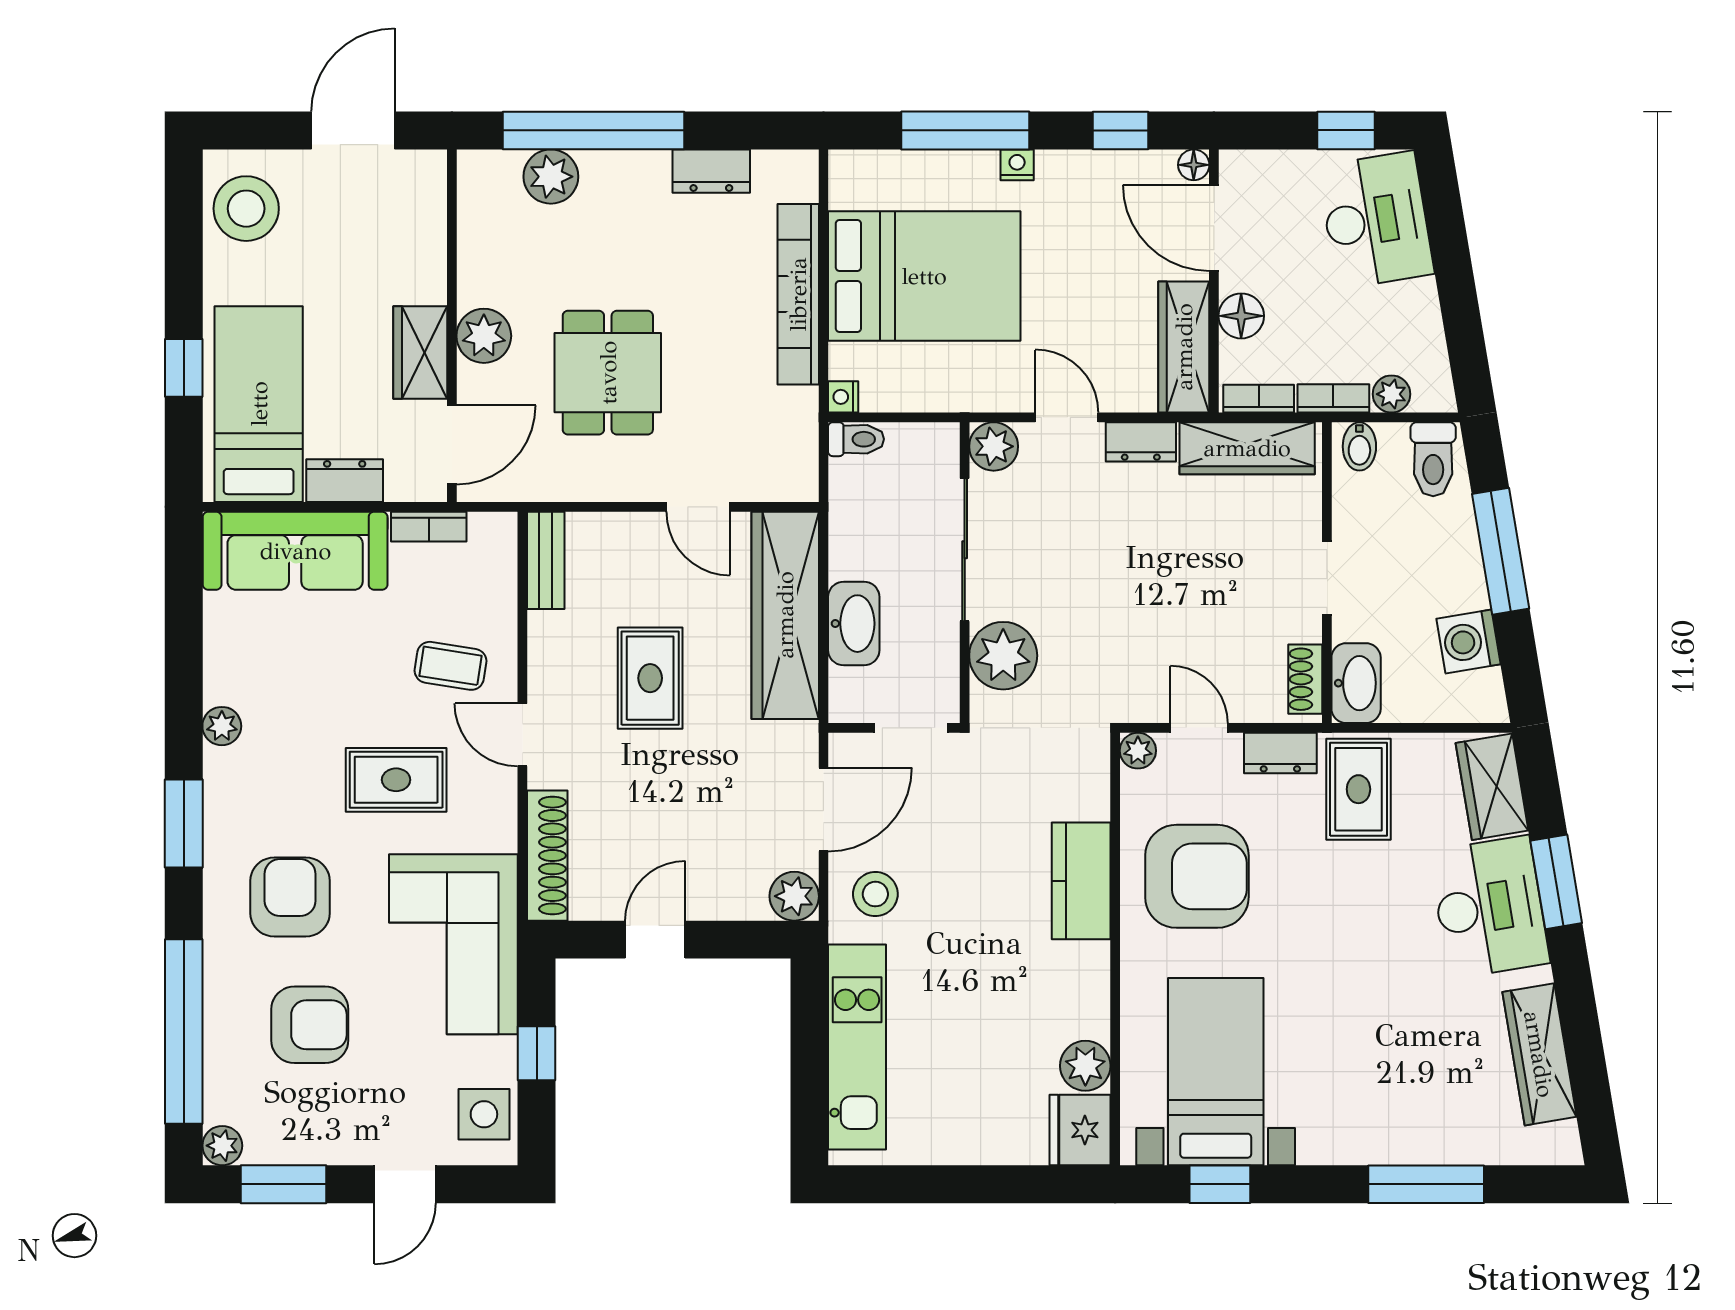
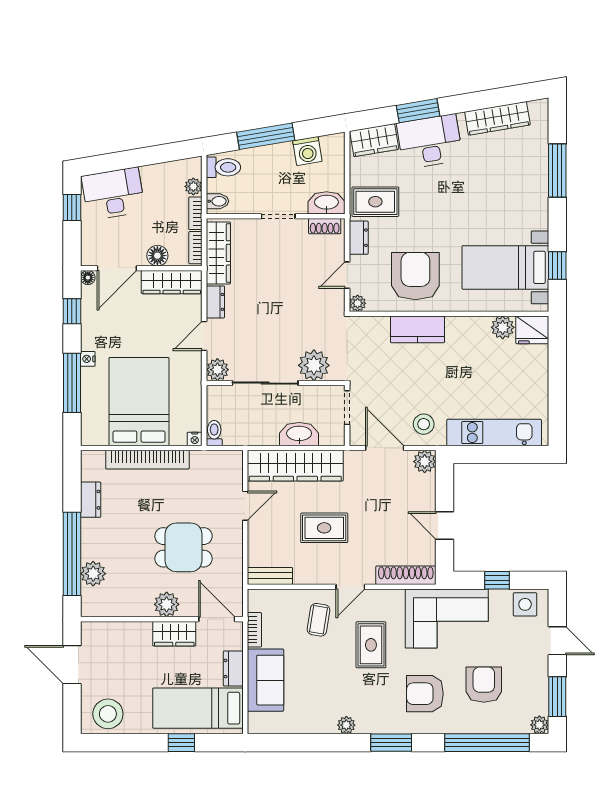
sofa: (295, 551) -> (266, 680), width x0.73

